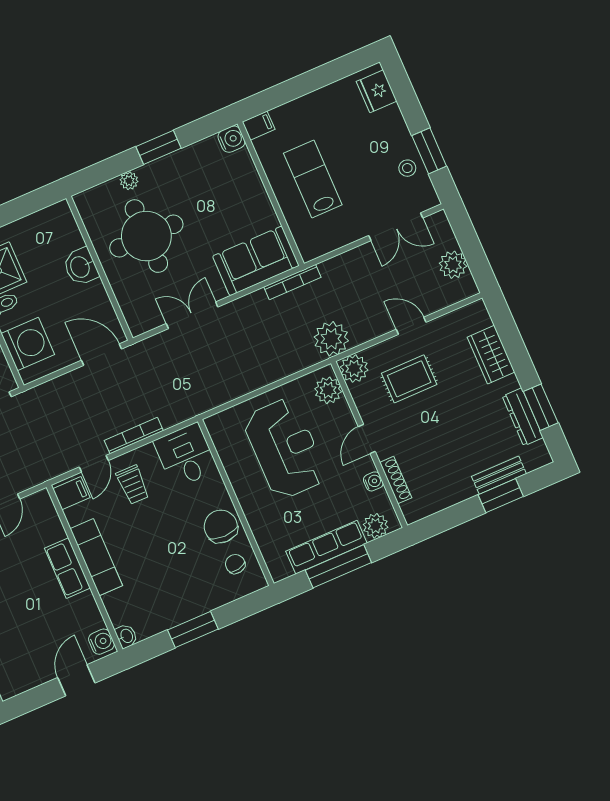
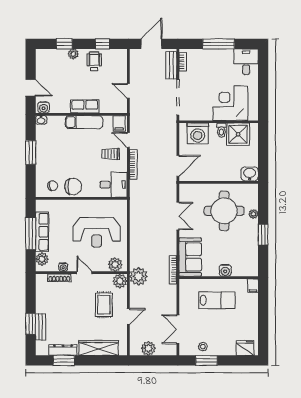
water cooler: (231, 139) -> (225, 270), moved
washbasin: (81, 267) -> (250, 174), moved
wardrobe: (491, 355) -> (99, 348), width x1.50

